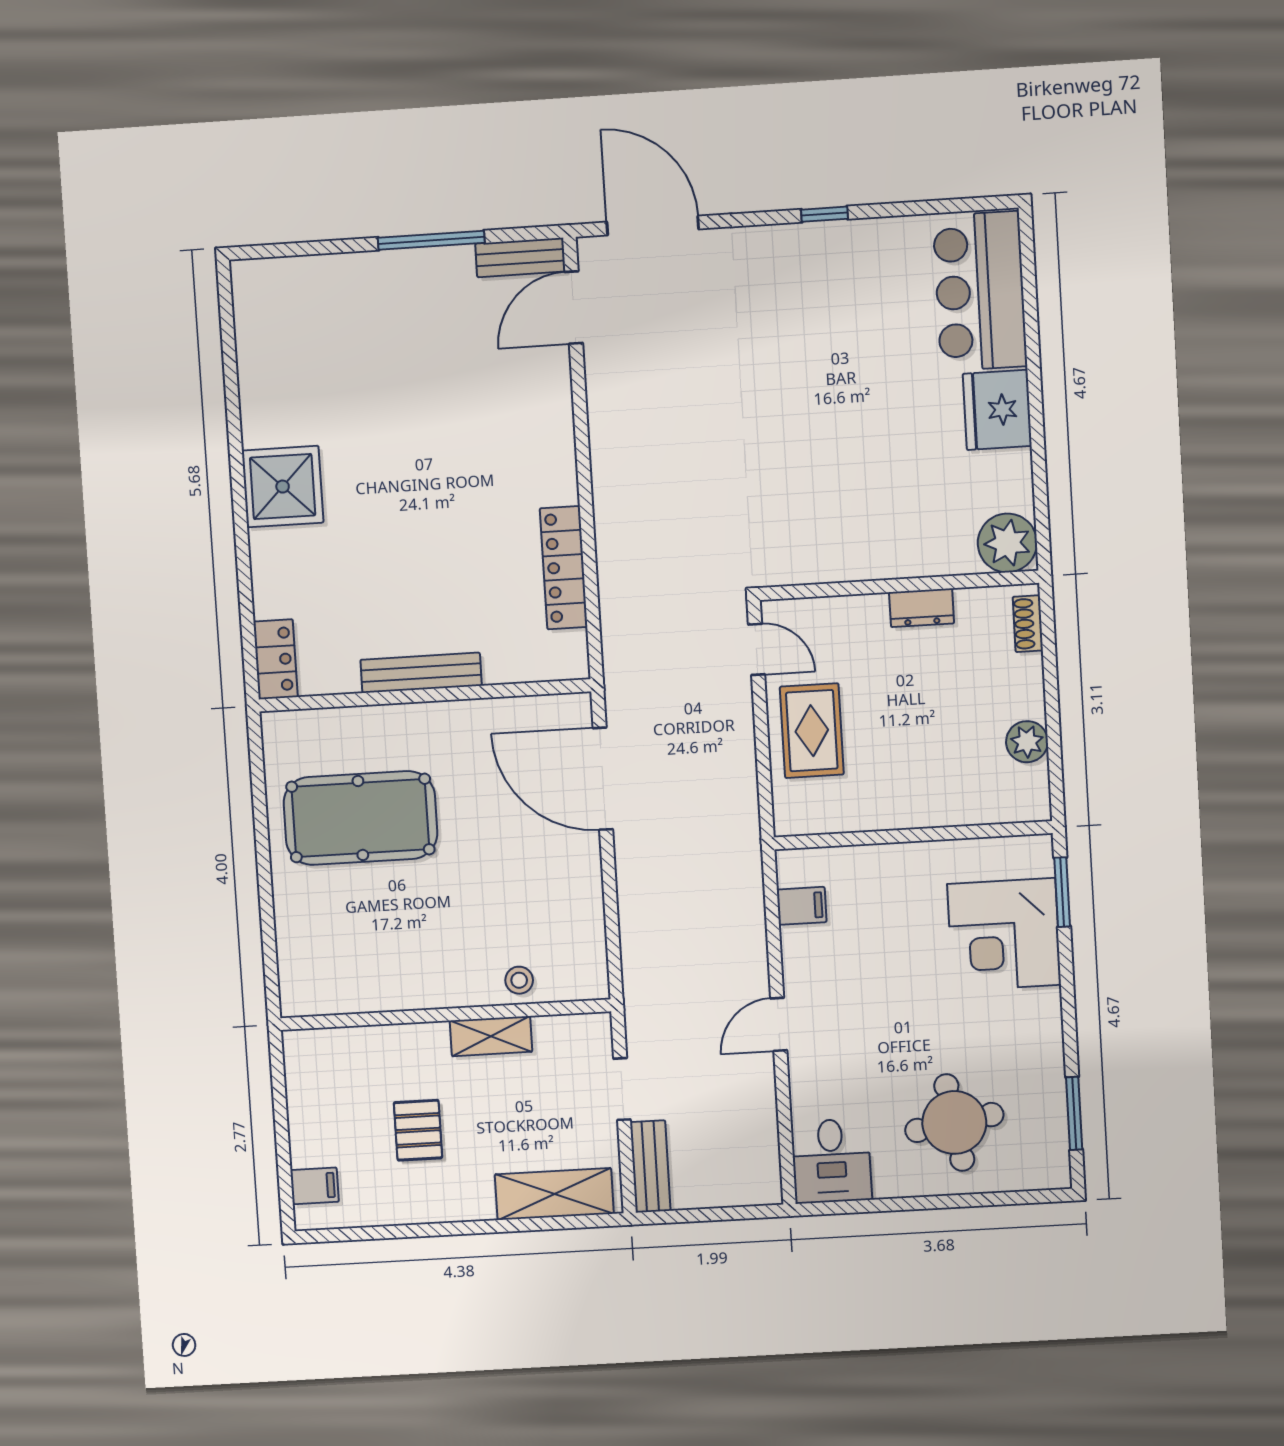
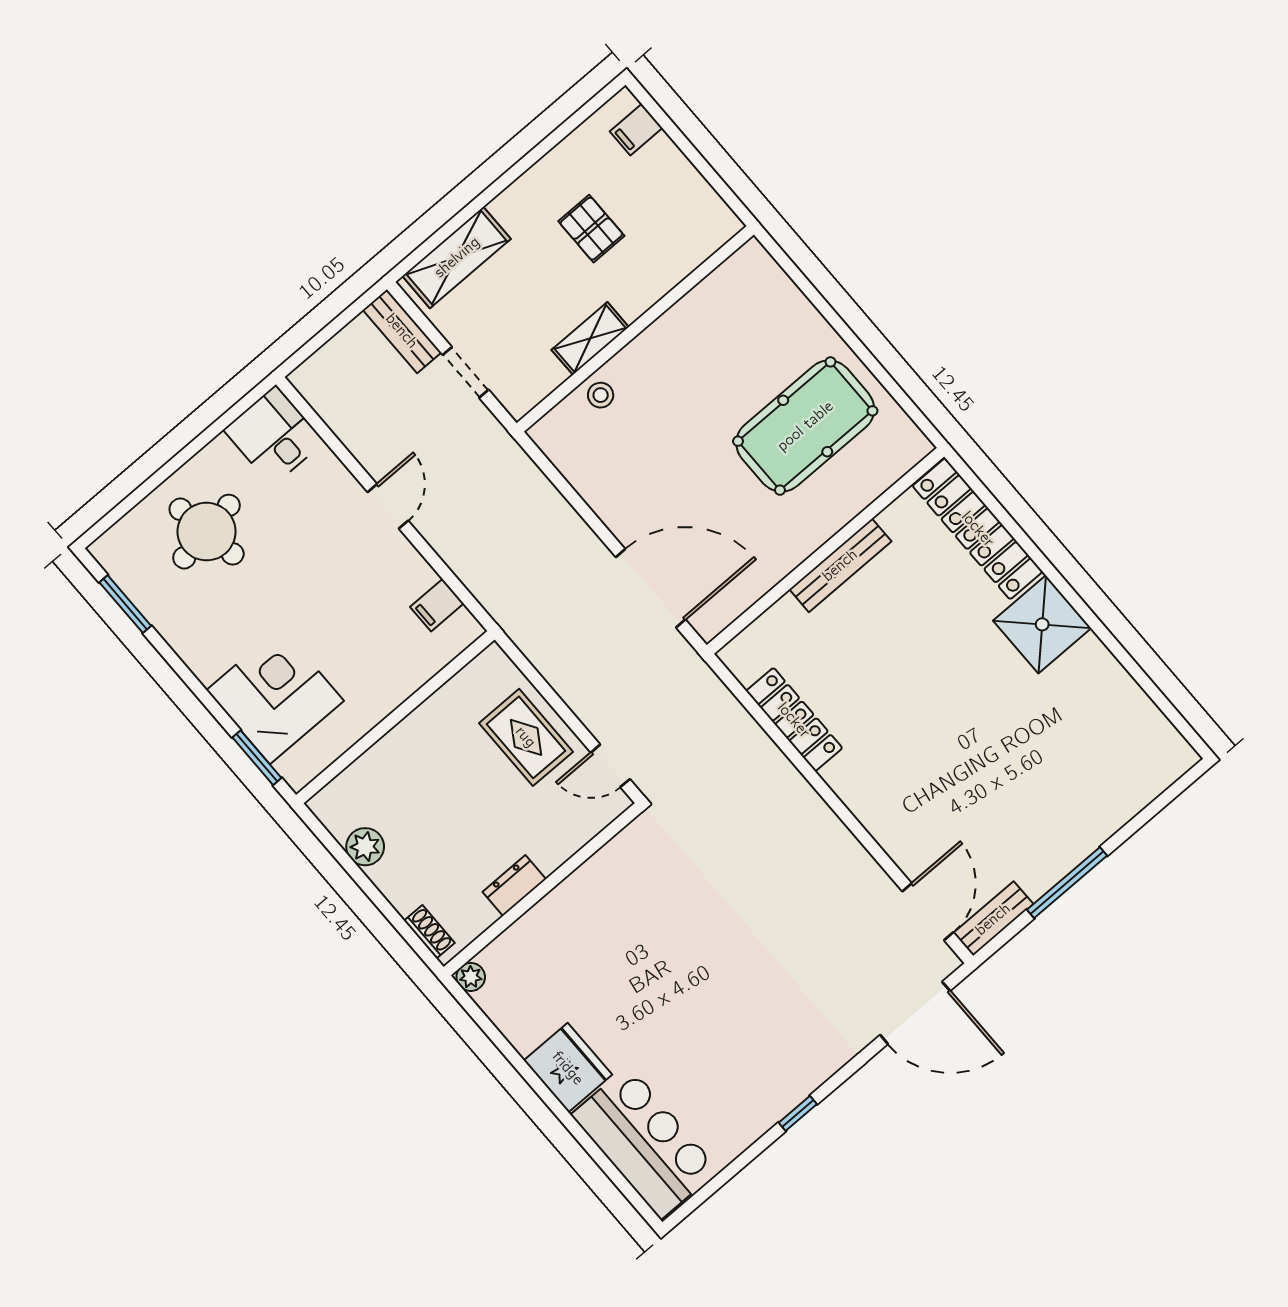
plant: (1007, 543) -> (471, 977), width x0.53, depth x0.53
locker: (276, 659) -> (978, 529), width x2.16, depth x1.21

